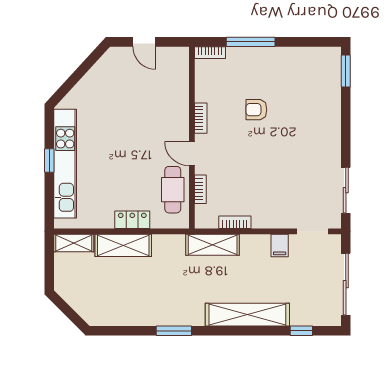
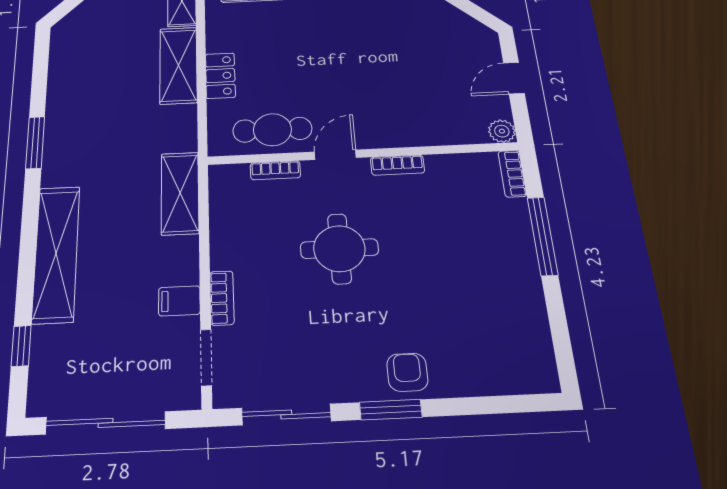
plant: (181, 54) -> (502, 131), added
window: (346, 71) -> (391, 410), moved
armchair: (256, 110) -> (407, 372), moved
round table: (253, 156) -> (339, 249), added
bookcase: (235, 222) -> (222, 298), moved

